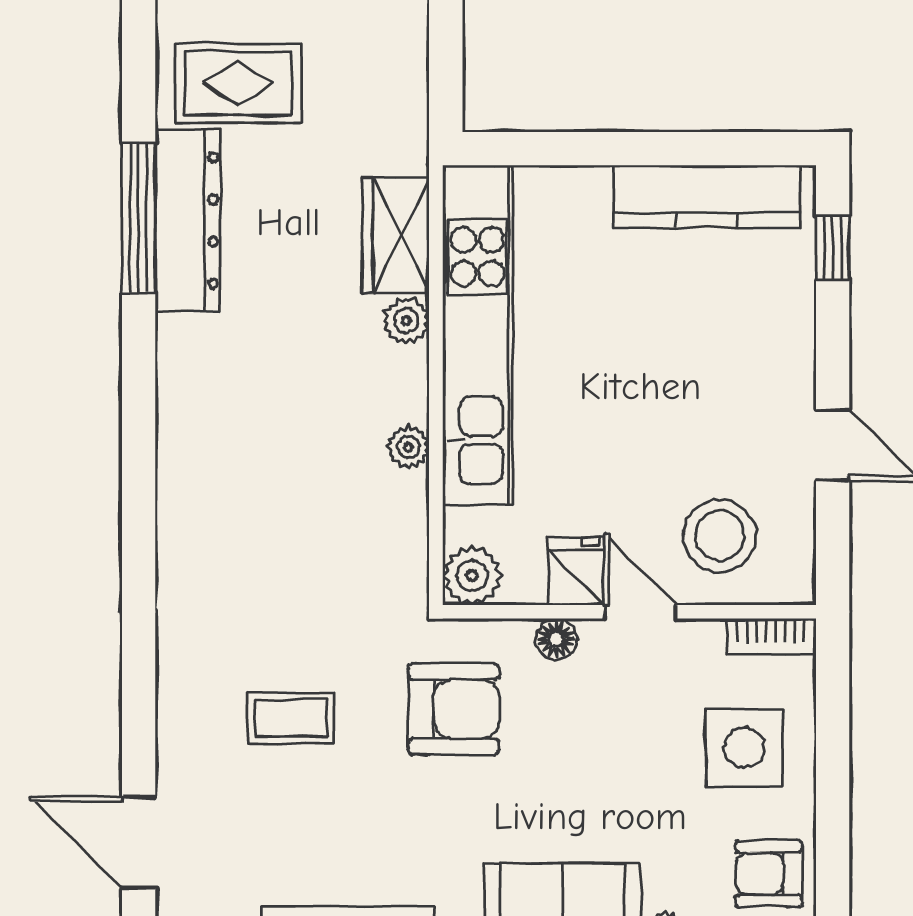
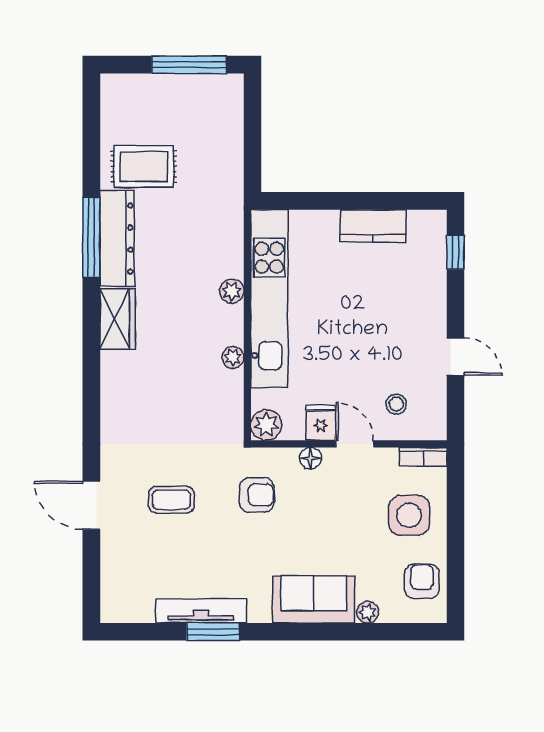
kitchen counter: (707, 196) -> (373, 226), width x0.67
wardrobe: (396, 235) -> (118, 319), moved, turned 180
stool: (720, 536) -> (396, 404), width x0.53, depth x0.53
armchair: (454, 709) -> (257, 495), width x0.72, depth x0.72
door: (139, 843) -> (91, 505), moved
armchair: (769, 874) -> (422, 581), turned 90

